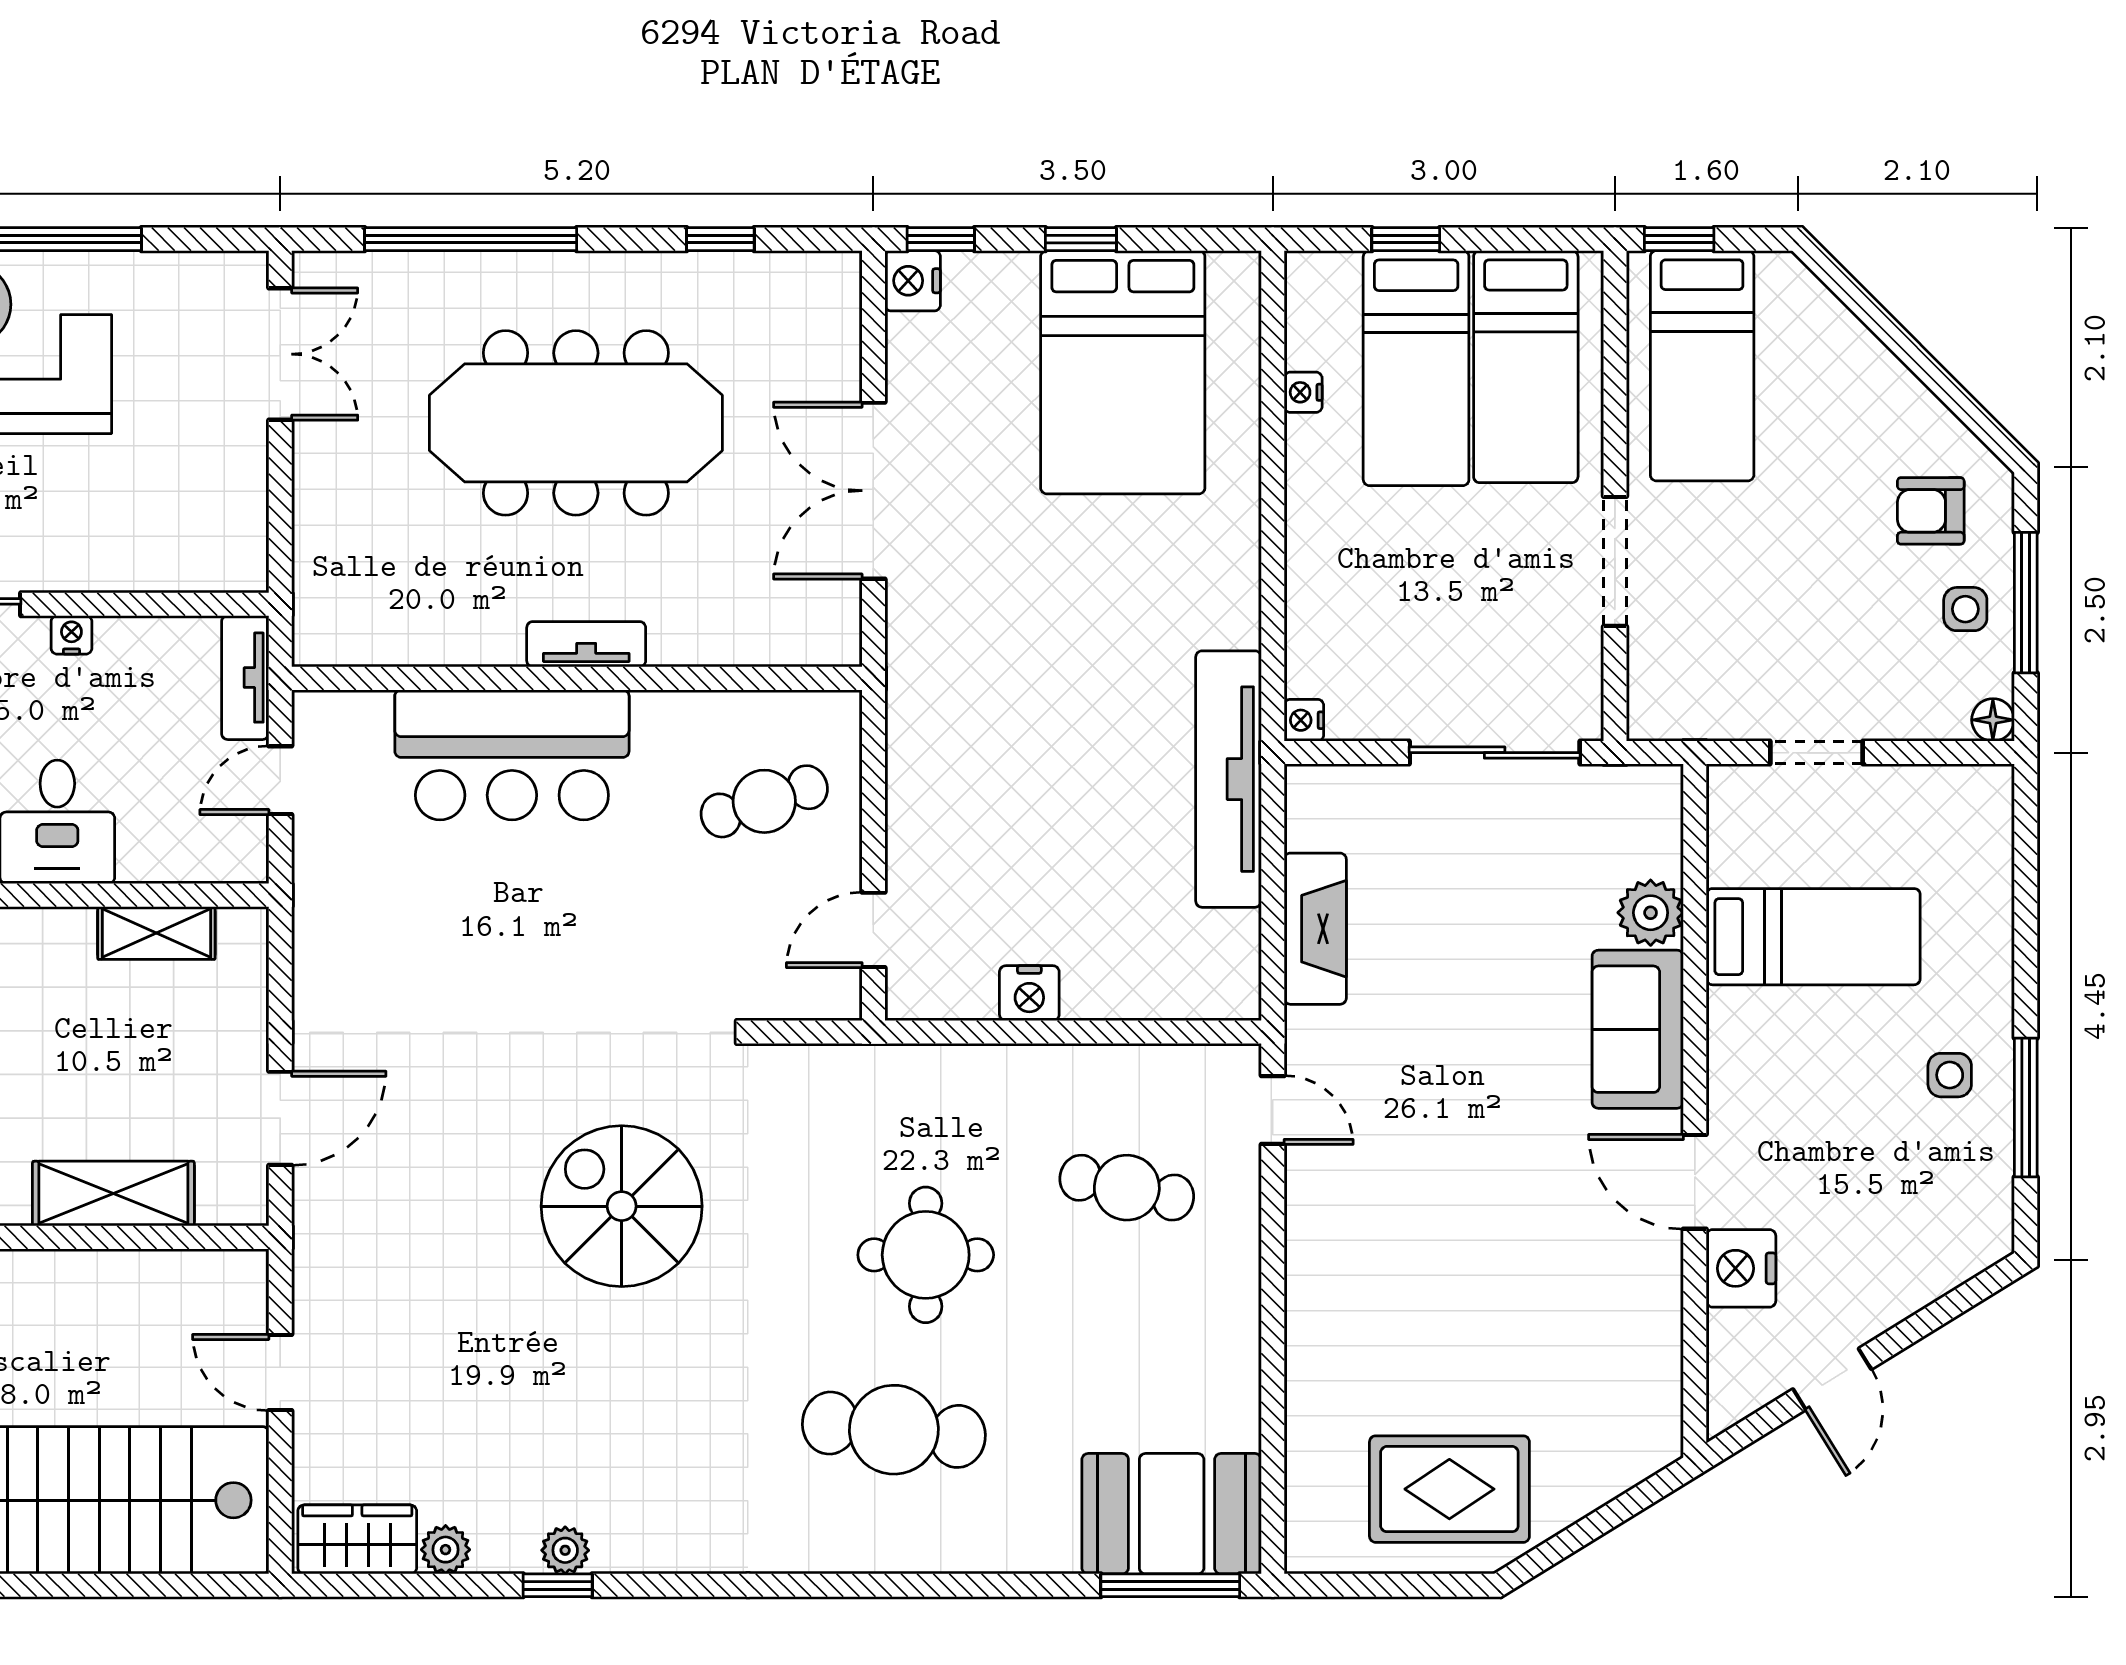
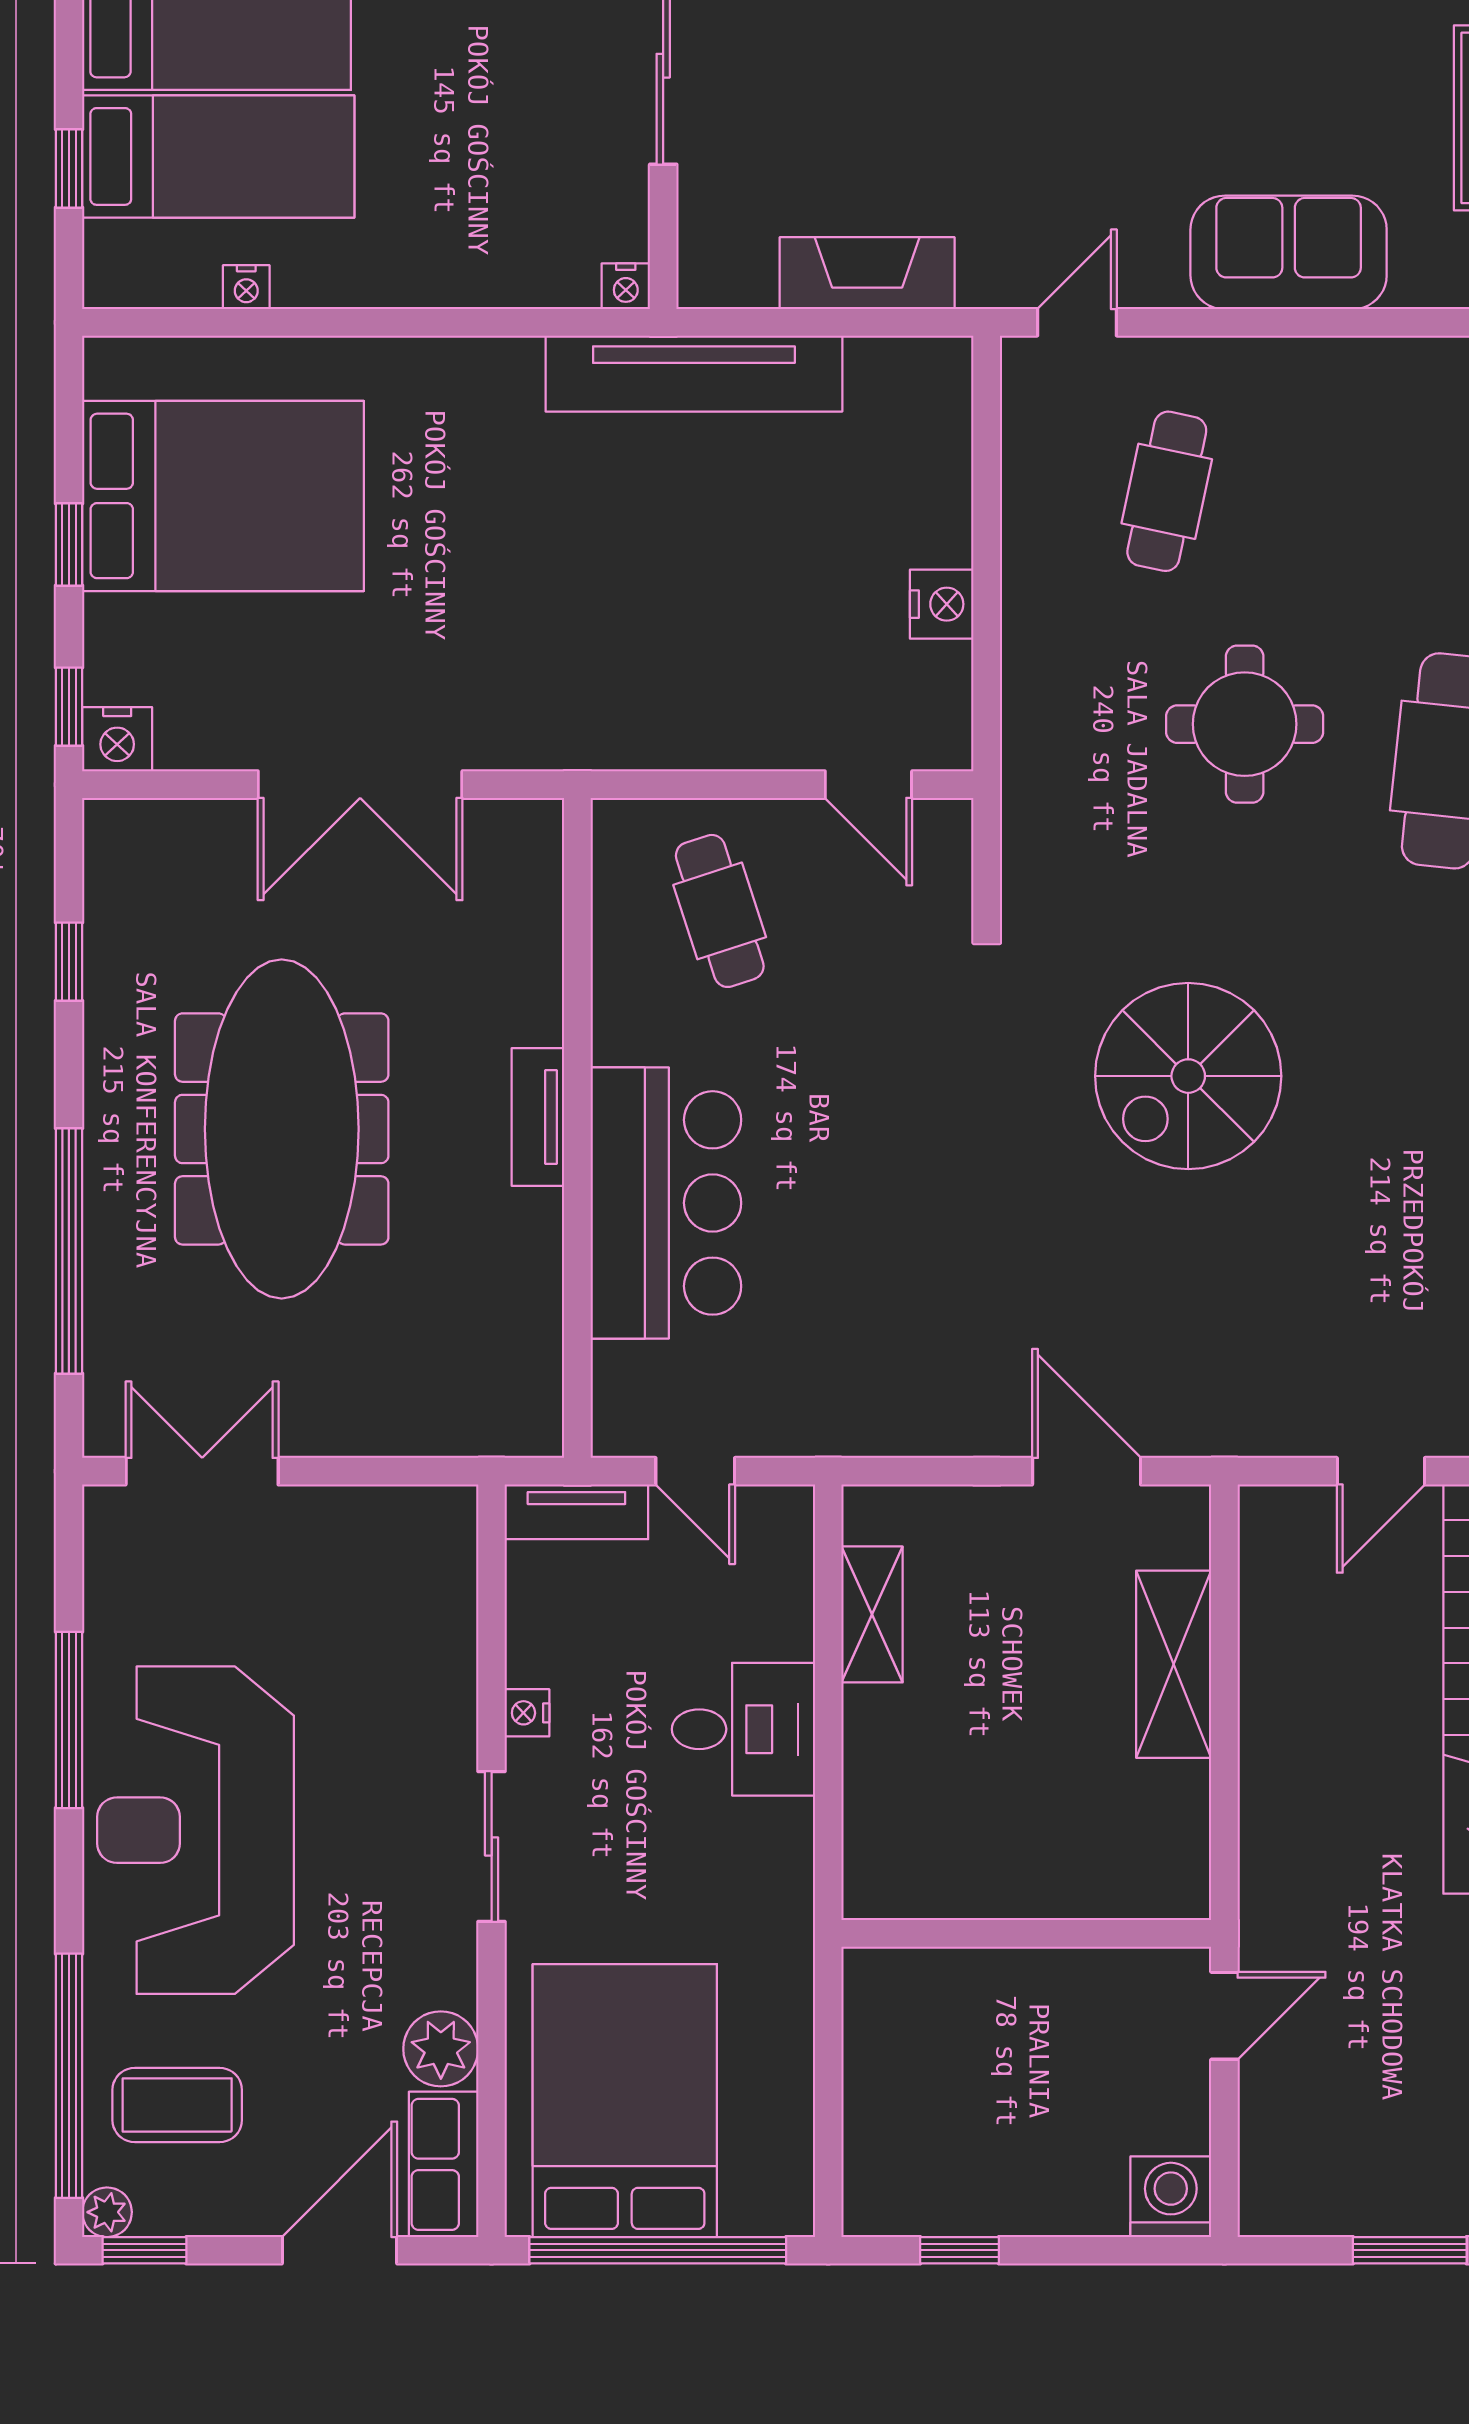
sofa: (1333, 1293) -> (1289, 252), added

